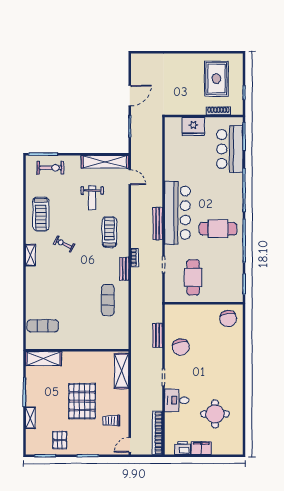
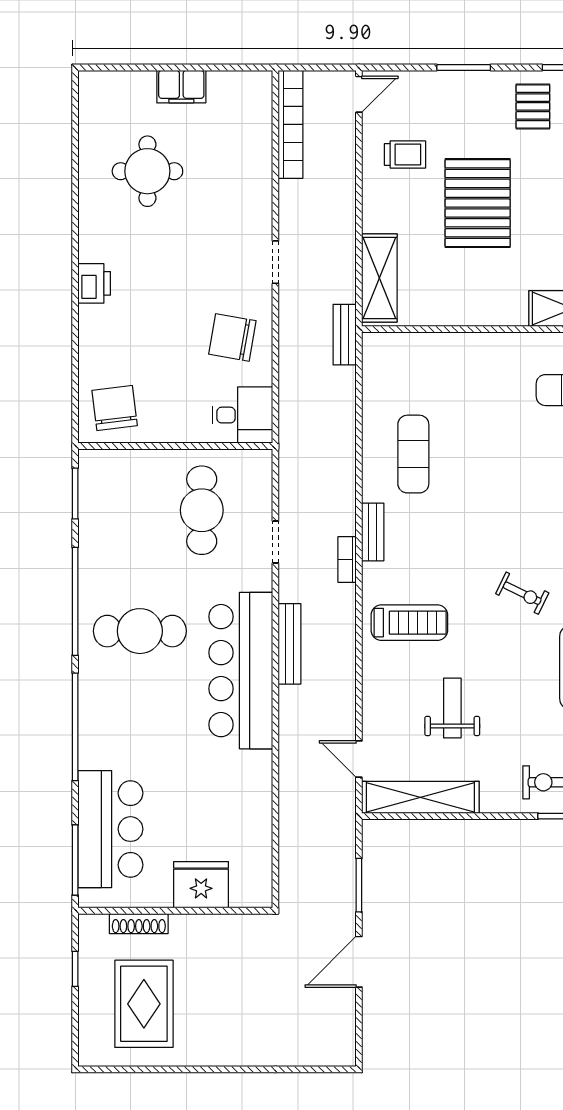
treadmill: (109, 232) -> (409, 623), turned -90
bench: (158, 335) -> (345, 335), moved
chair: (181, 347) -> (232, 337), turned -70
desk: (177, 400) -> (242, 415), moved
printer: (183, 448) -> (94, 283), moved, turned -90

